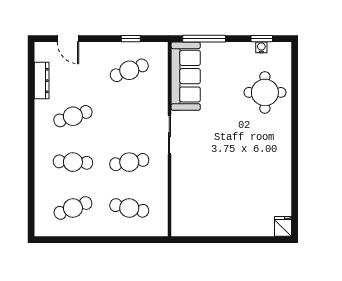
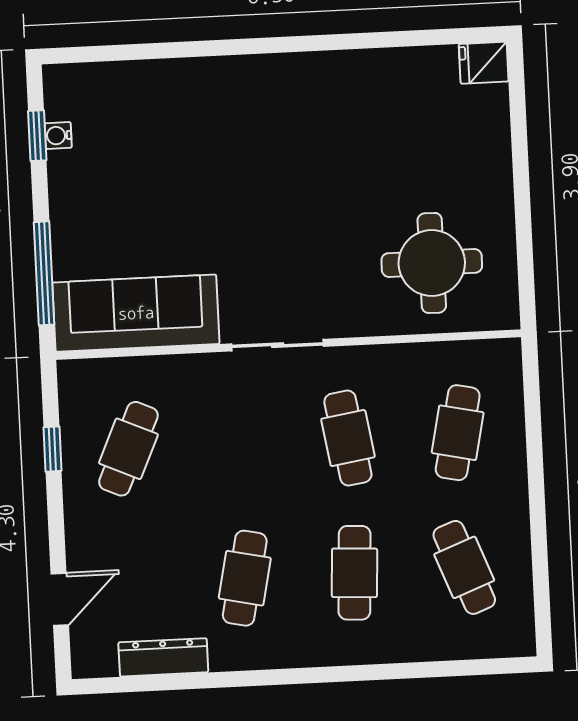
cafe table: (129, 70) -> (128, 449), turned 45
round table: (265, 92) -> (432, 263), moved
cafe table: (73, 116) -> (245, 578), turned 30

